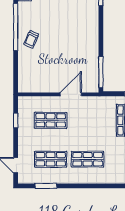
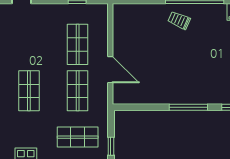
window: (101, 72) -> (188, 107), moved
shop shelf: (51, 159) -> (78, 91), moved

